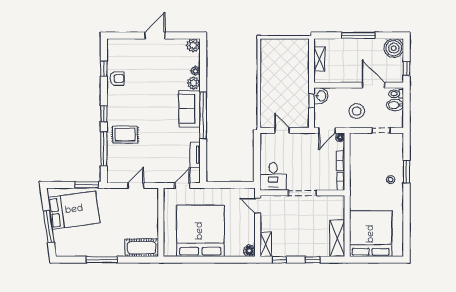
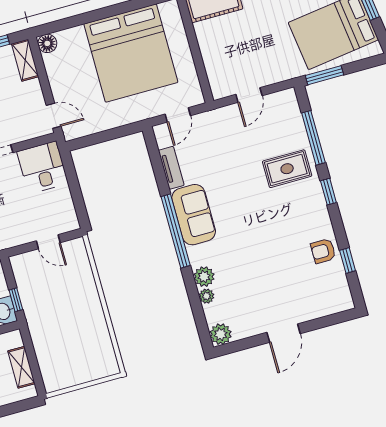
sofa: (189, 109) -> (194, 215), moved

